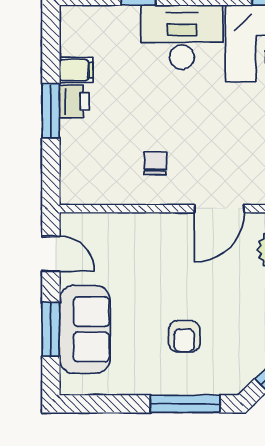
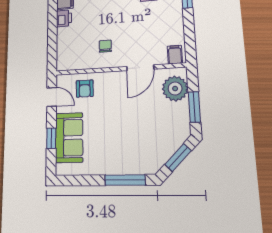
window: (51, 111) -> (52, 24), removed
window: (51, 329) -> (51, 138), width x0.67
armchair: (184, 336) -> (85, 89), moved

